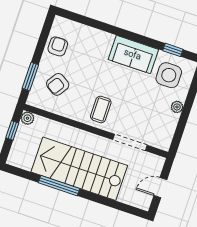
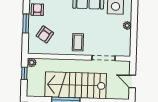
window: (30, 76) -> (26, 23), moved
door: (160, 188) -> (132, 81), hinge flipped

